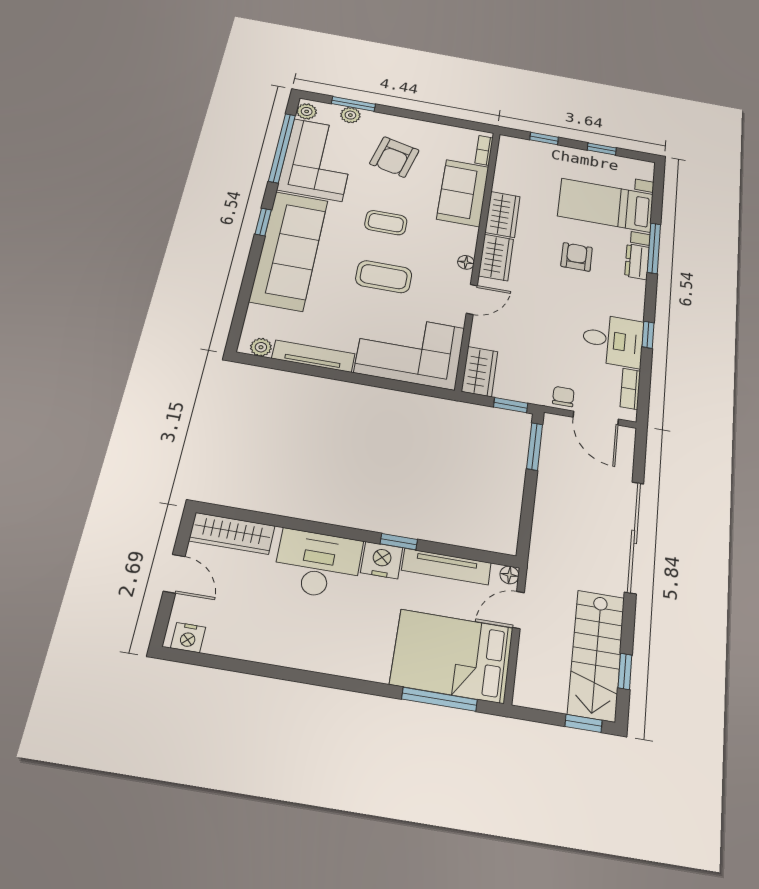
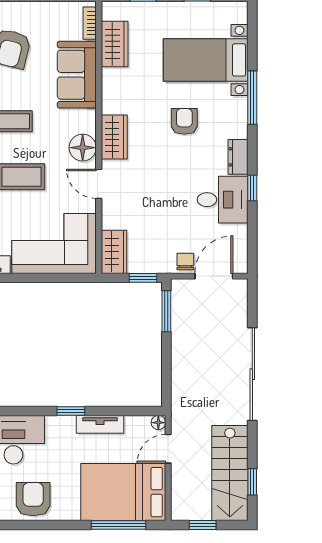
wardrobe: (503, 214) -> (115, 44), moved
floor lamp: (466, 262) -> (83, 148), width x1.89, depth x1.89
dresser: (637, 262) -> (238, 157), moved
door: (472, 299) -> (99, 184), swing flipped
bookcase: (630, 389) -> (241, 243), removed
door: (596, 418) -> (214, 276), swing flipped
nightstand: (382, 560) -> (60, 428), removed
tv unit: (446, 567) -> (100, 424), width x0.71
armchair: (329, 645) -> (33, 499), added
window: (583, 723) -> (203, 525), moved

